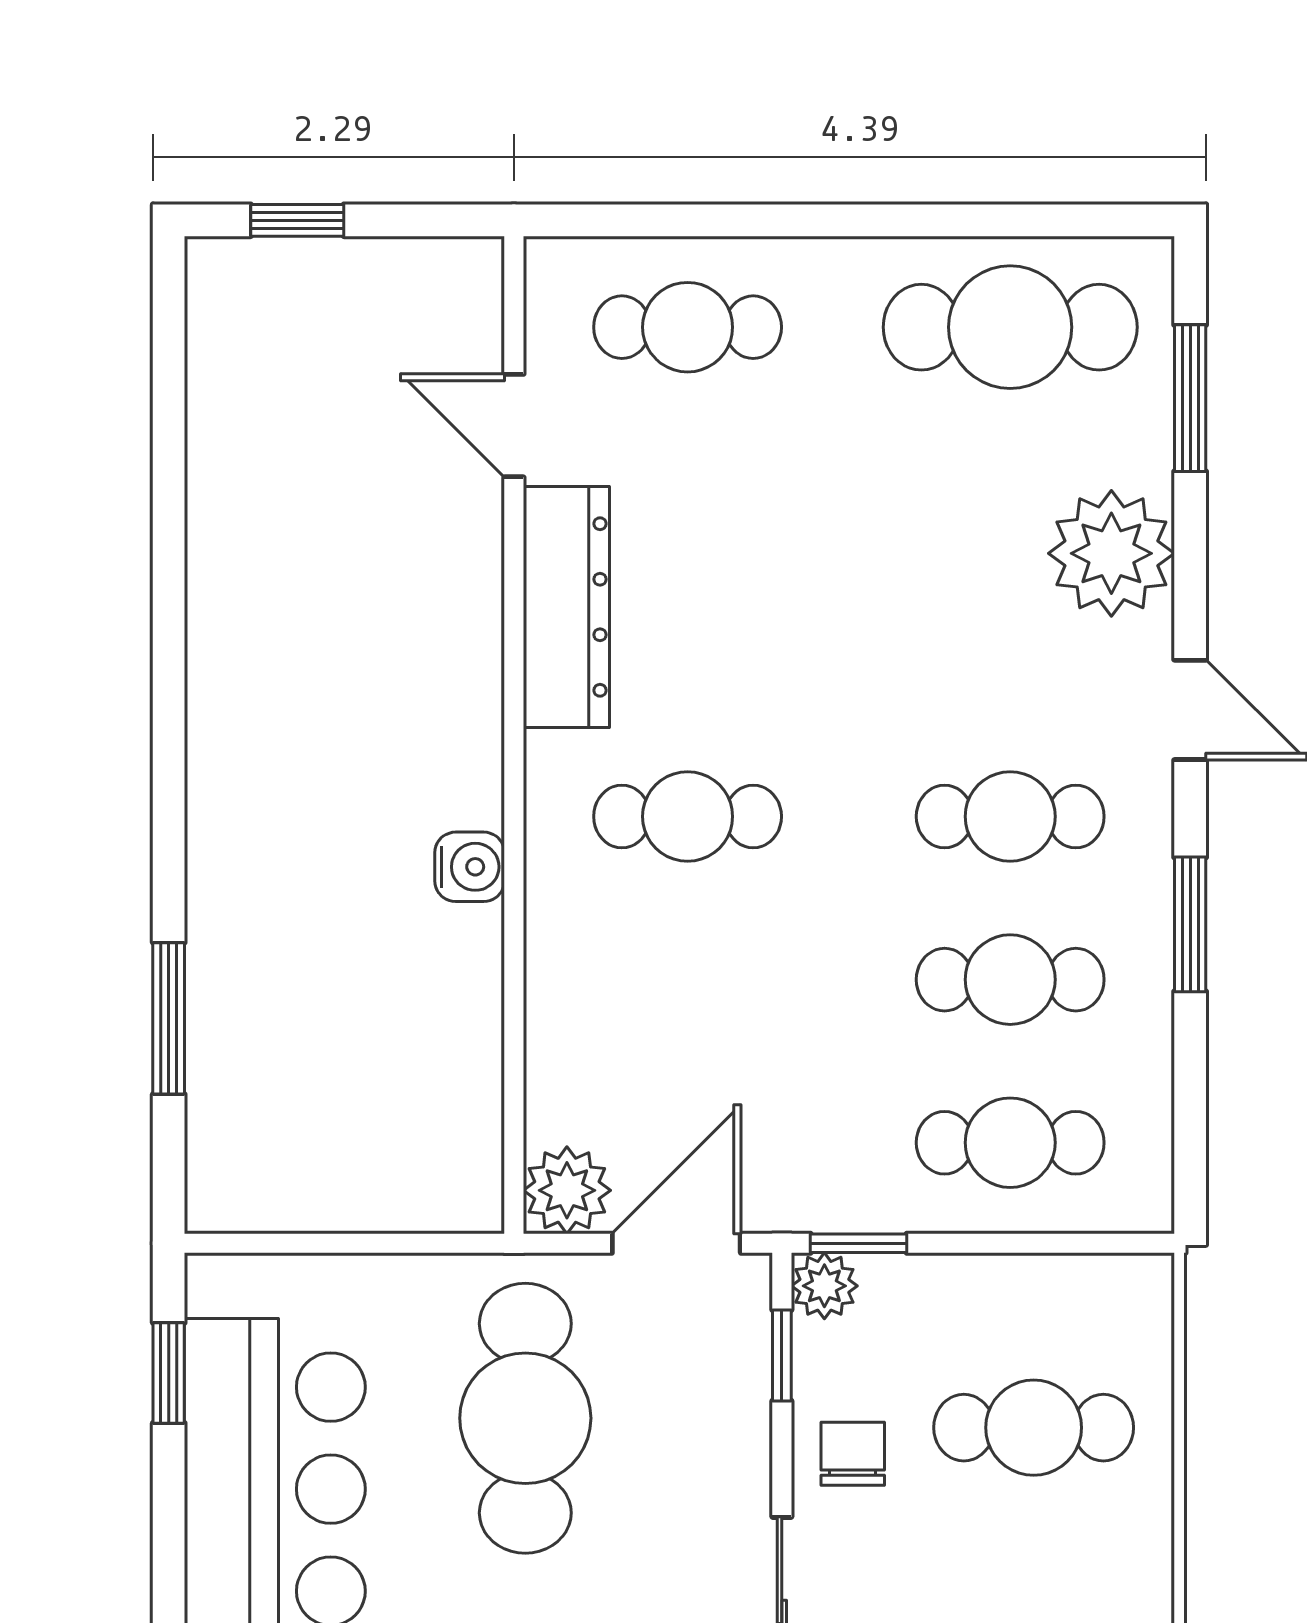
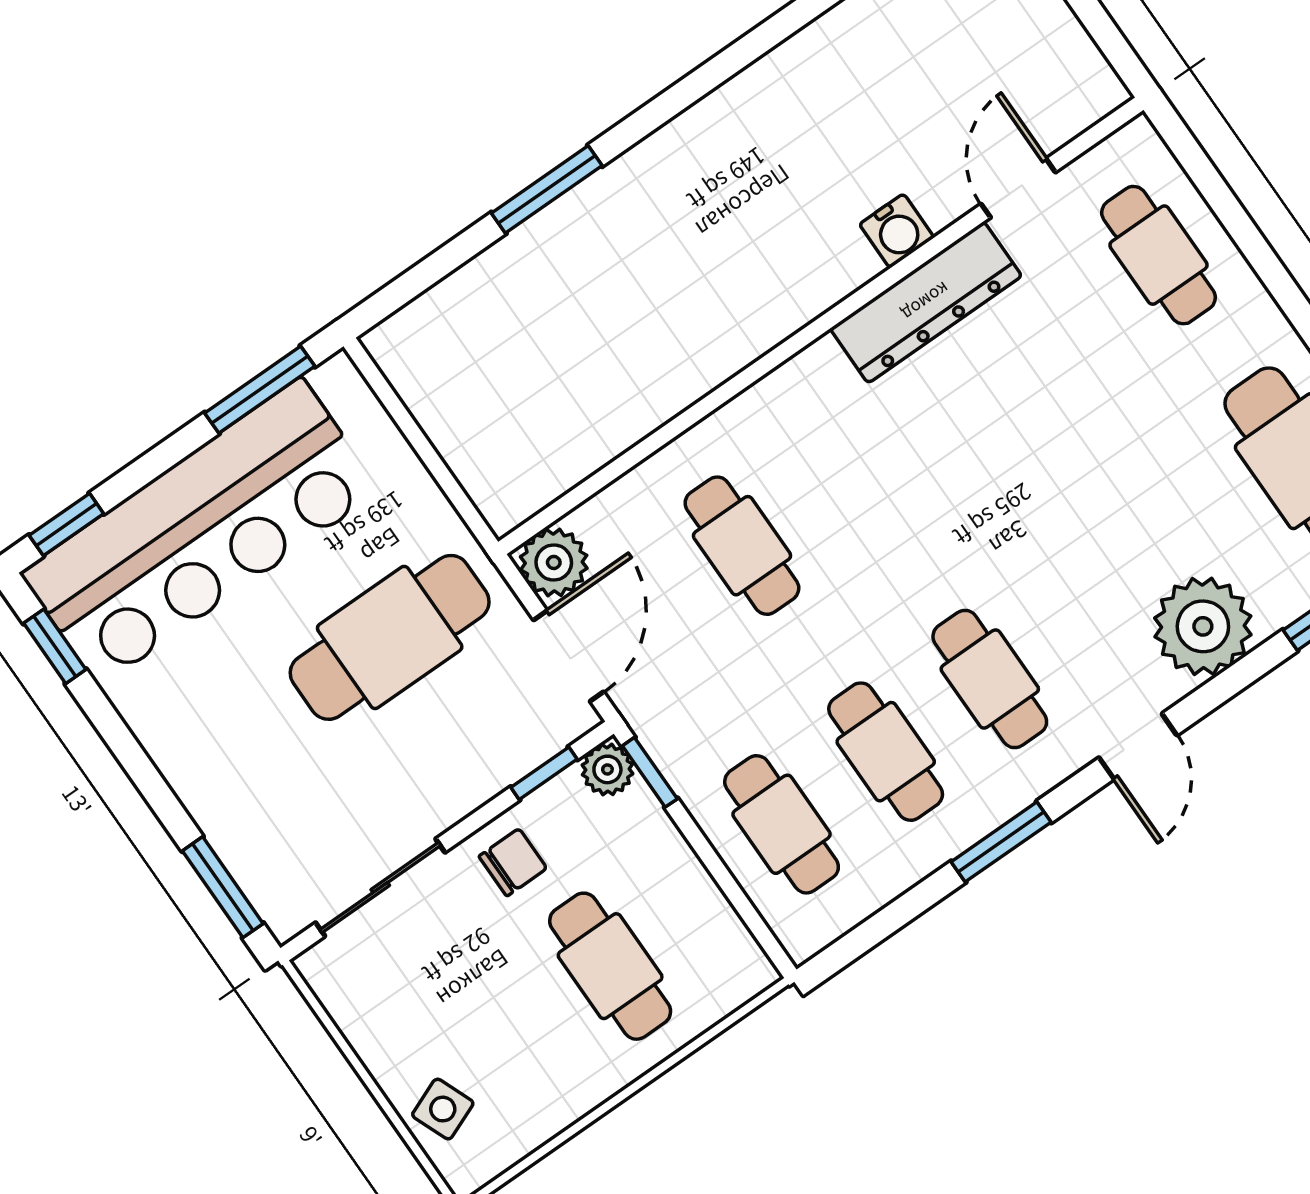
cafe table: (688, 816) -> (742, 546), moved
water cooler: (470, 867) -> (897, 231), moved
window: (169, 1018) -> (547, 189), moved
door: (676, 1243) -> (569, 656), hinge flipped
window: (169, 1373) -> (260, 390), width x1.50

